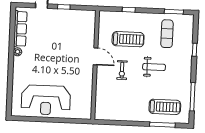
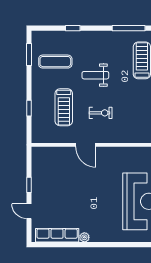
treadmill: (128, 39) -> (64, 107), turned 180
door: (96, 56) -> (86, 145), swing flipped
weight bench: (154, 67) -> (95, 75), turned -90

